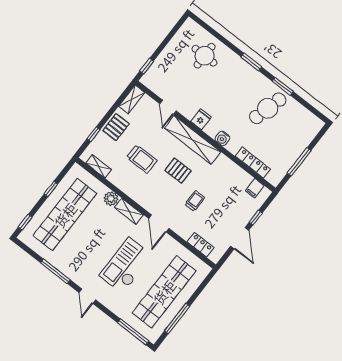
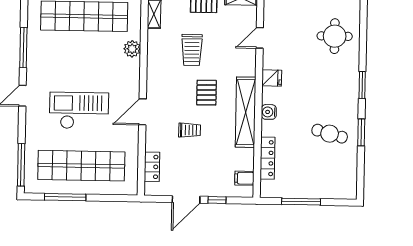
cafe table: (268, 108) -> (330, 134), width x0.73, depth x0.74
shelving: (193, 140) -> (246, 112), moved
shelving: (129, 211) -> (133, 75), removed

